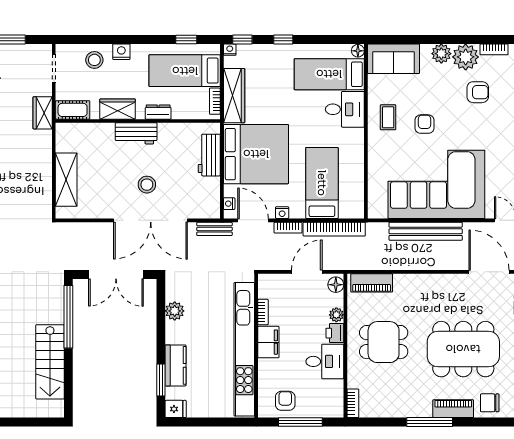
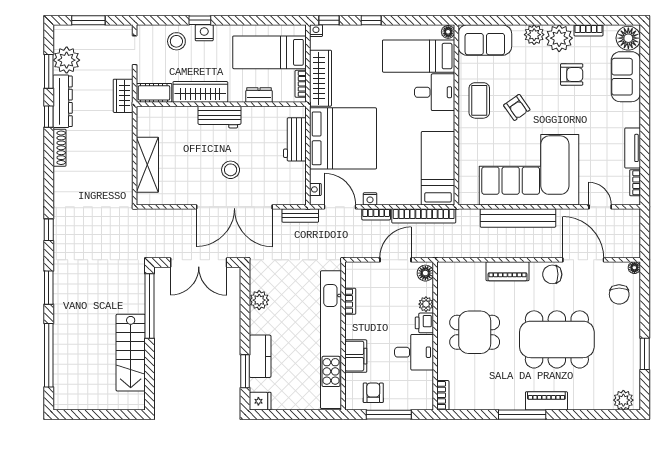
window: (186, 40) -> (200, 20), moved
wardrobe: (118, 109) -> (200, 92), width x1.50
dresser: (158, 112) -> (259, 95), moved
coffee table: (388, 117) -> (479, 100), width x1.36, depth x1.30
armchair: (424, 124) -> (517, 107), turned 145
bed: (322, 183) -> (438, 168), moved
piano: (372, 283) -> (507, 271), moved
filing cabinet: (268, 342) -> (356, 356), moved
chair: (490, 403) -> (552, 274), moved

